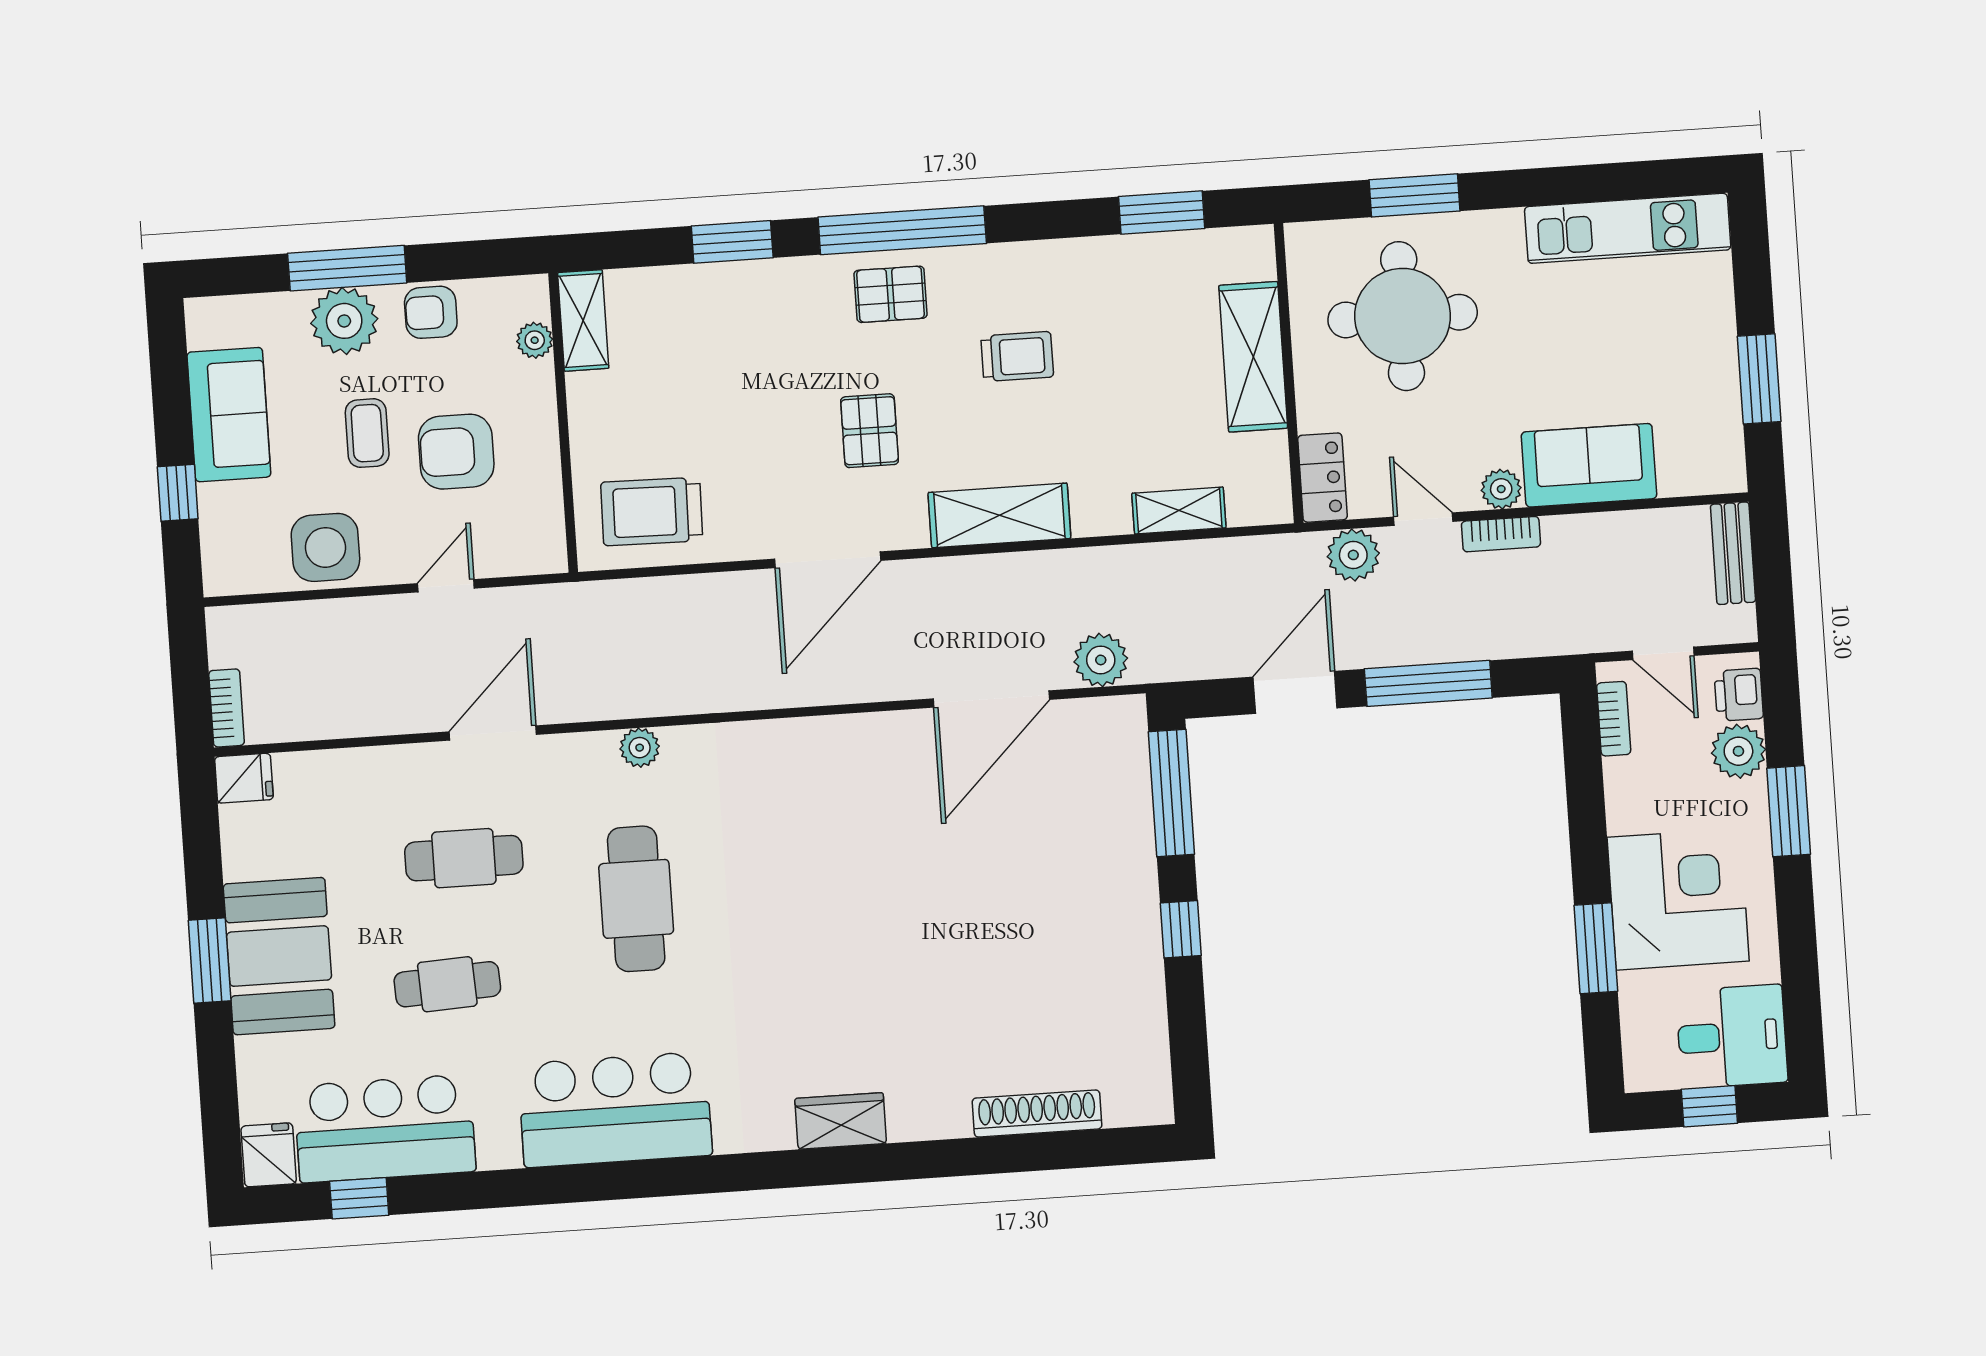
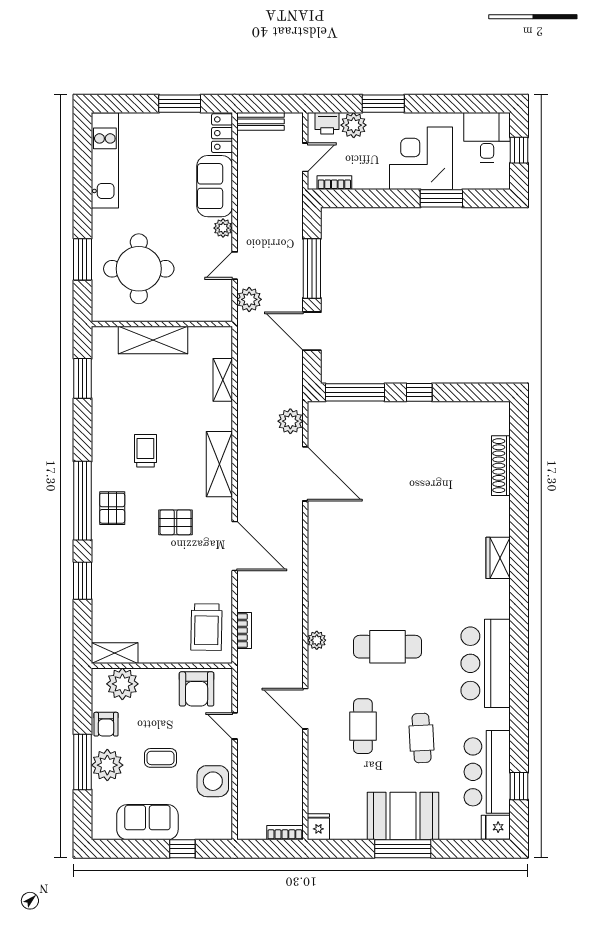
plant: (535, 340) -> (122, 684), width x1.88, depth x1.88
armchair: (456, 452) -> (197, 689), moved
locker: (1322, 478) -> (222, 133), moved, turned -90
bookcase: (1501, 534) -> (244, 631), moved
window: (210, 960) -> (403, 849), width x1.44

